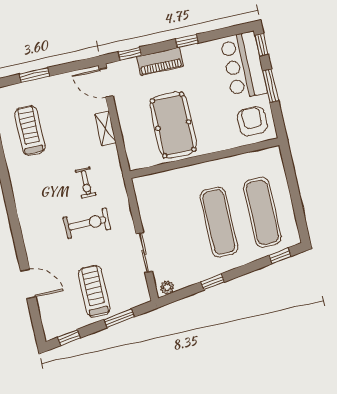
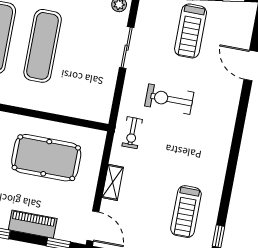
pool table: (173, 125) -> (46, 158), turned 90
exercise bike: (86, 183) -> (132, 133), moved, turned 180

